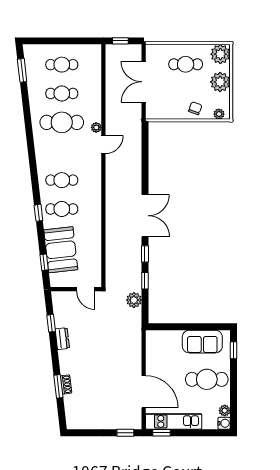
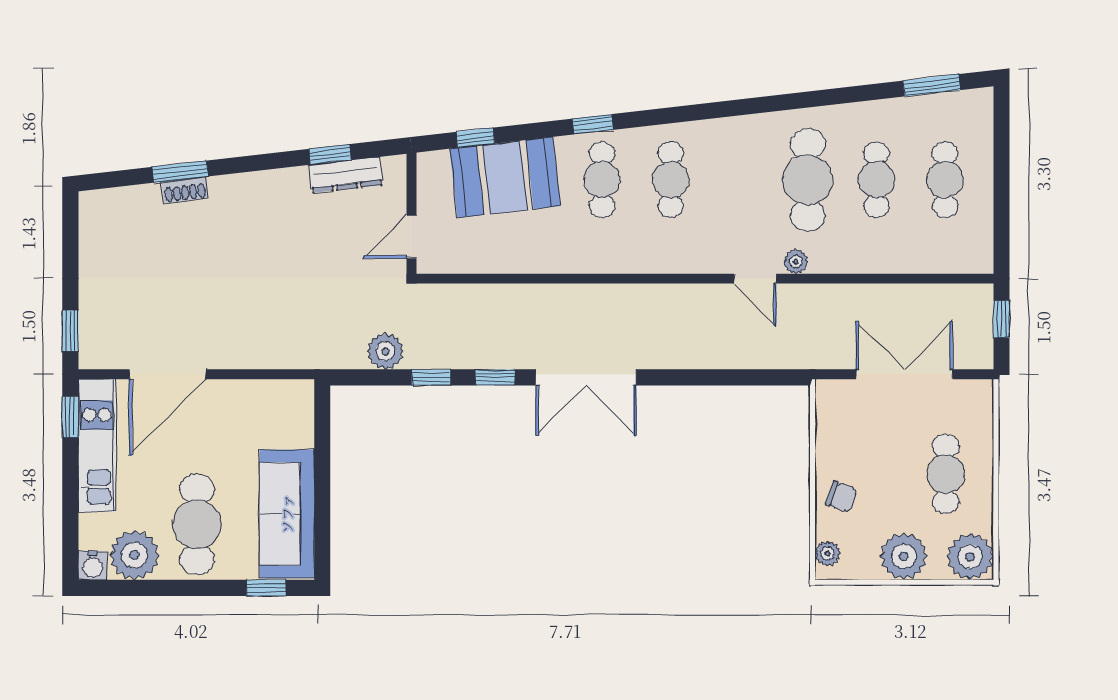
dresser: (62, 339) -> (346, 175), moved, width x1.44
sofa: (202, 342) -> (287, 514), width x1.36
plant: (225, 411) -> (134, 555), width x1.87, depth x1.87

